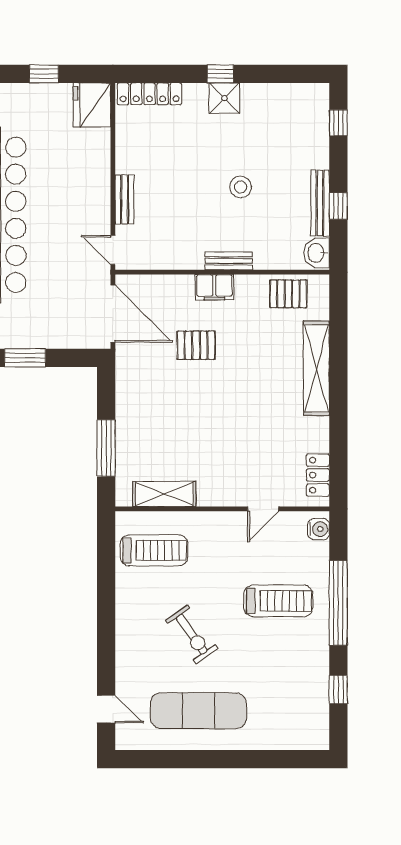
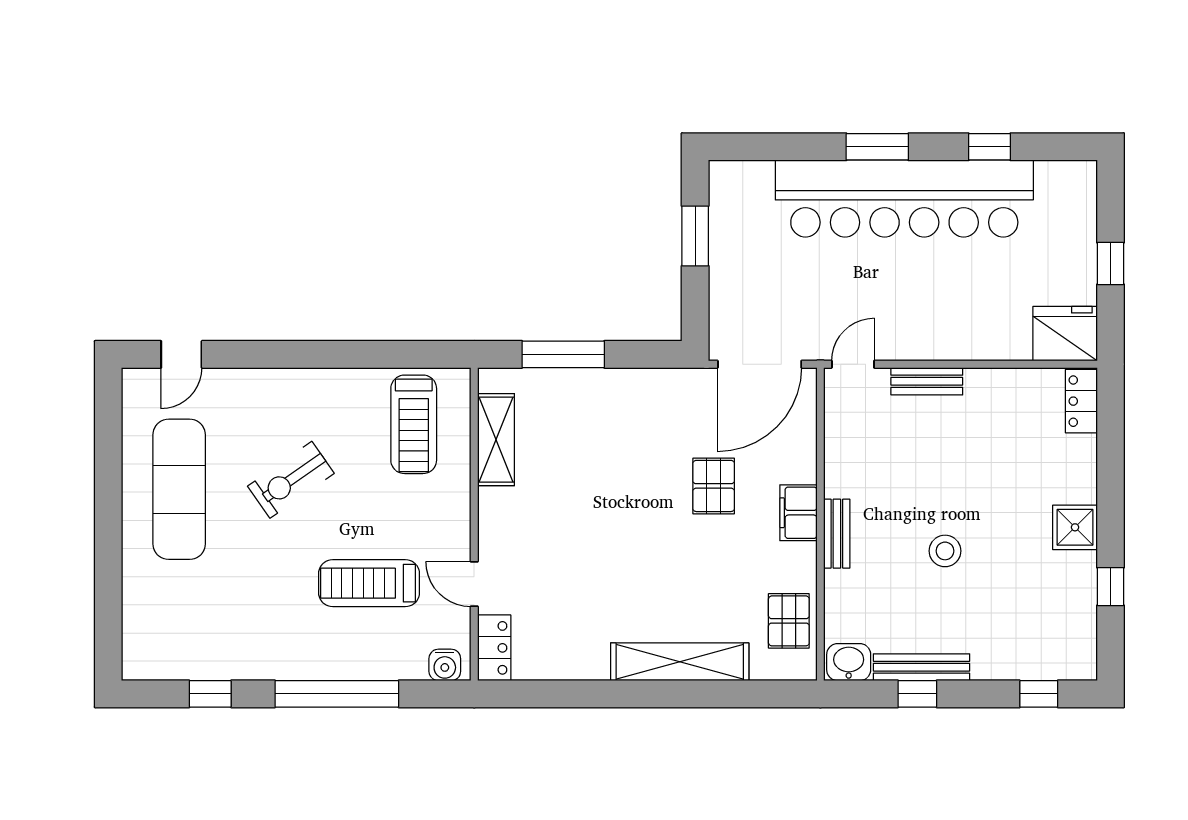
window: (220, 74) -> (1110, 587), moved
locker: (149, 94) -> (1081, 401), width x0.66
locker: (318, 475) -> (494, 648), moved, turned 90
treadmill: (278, 601) -> (369, 583), moved, turned 90

